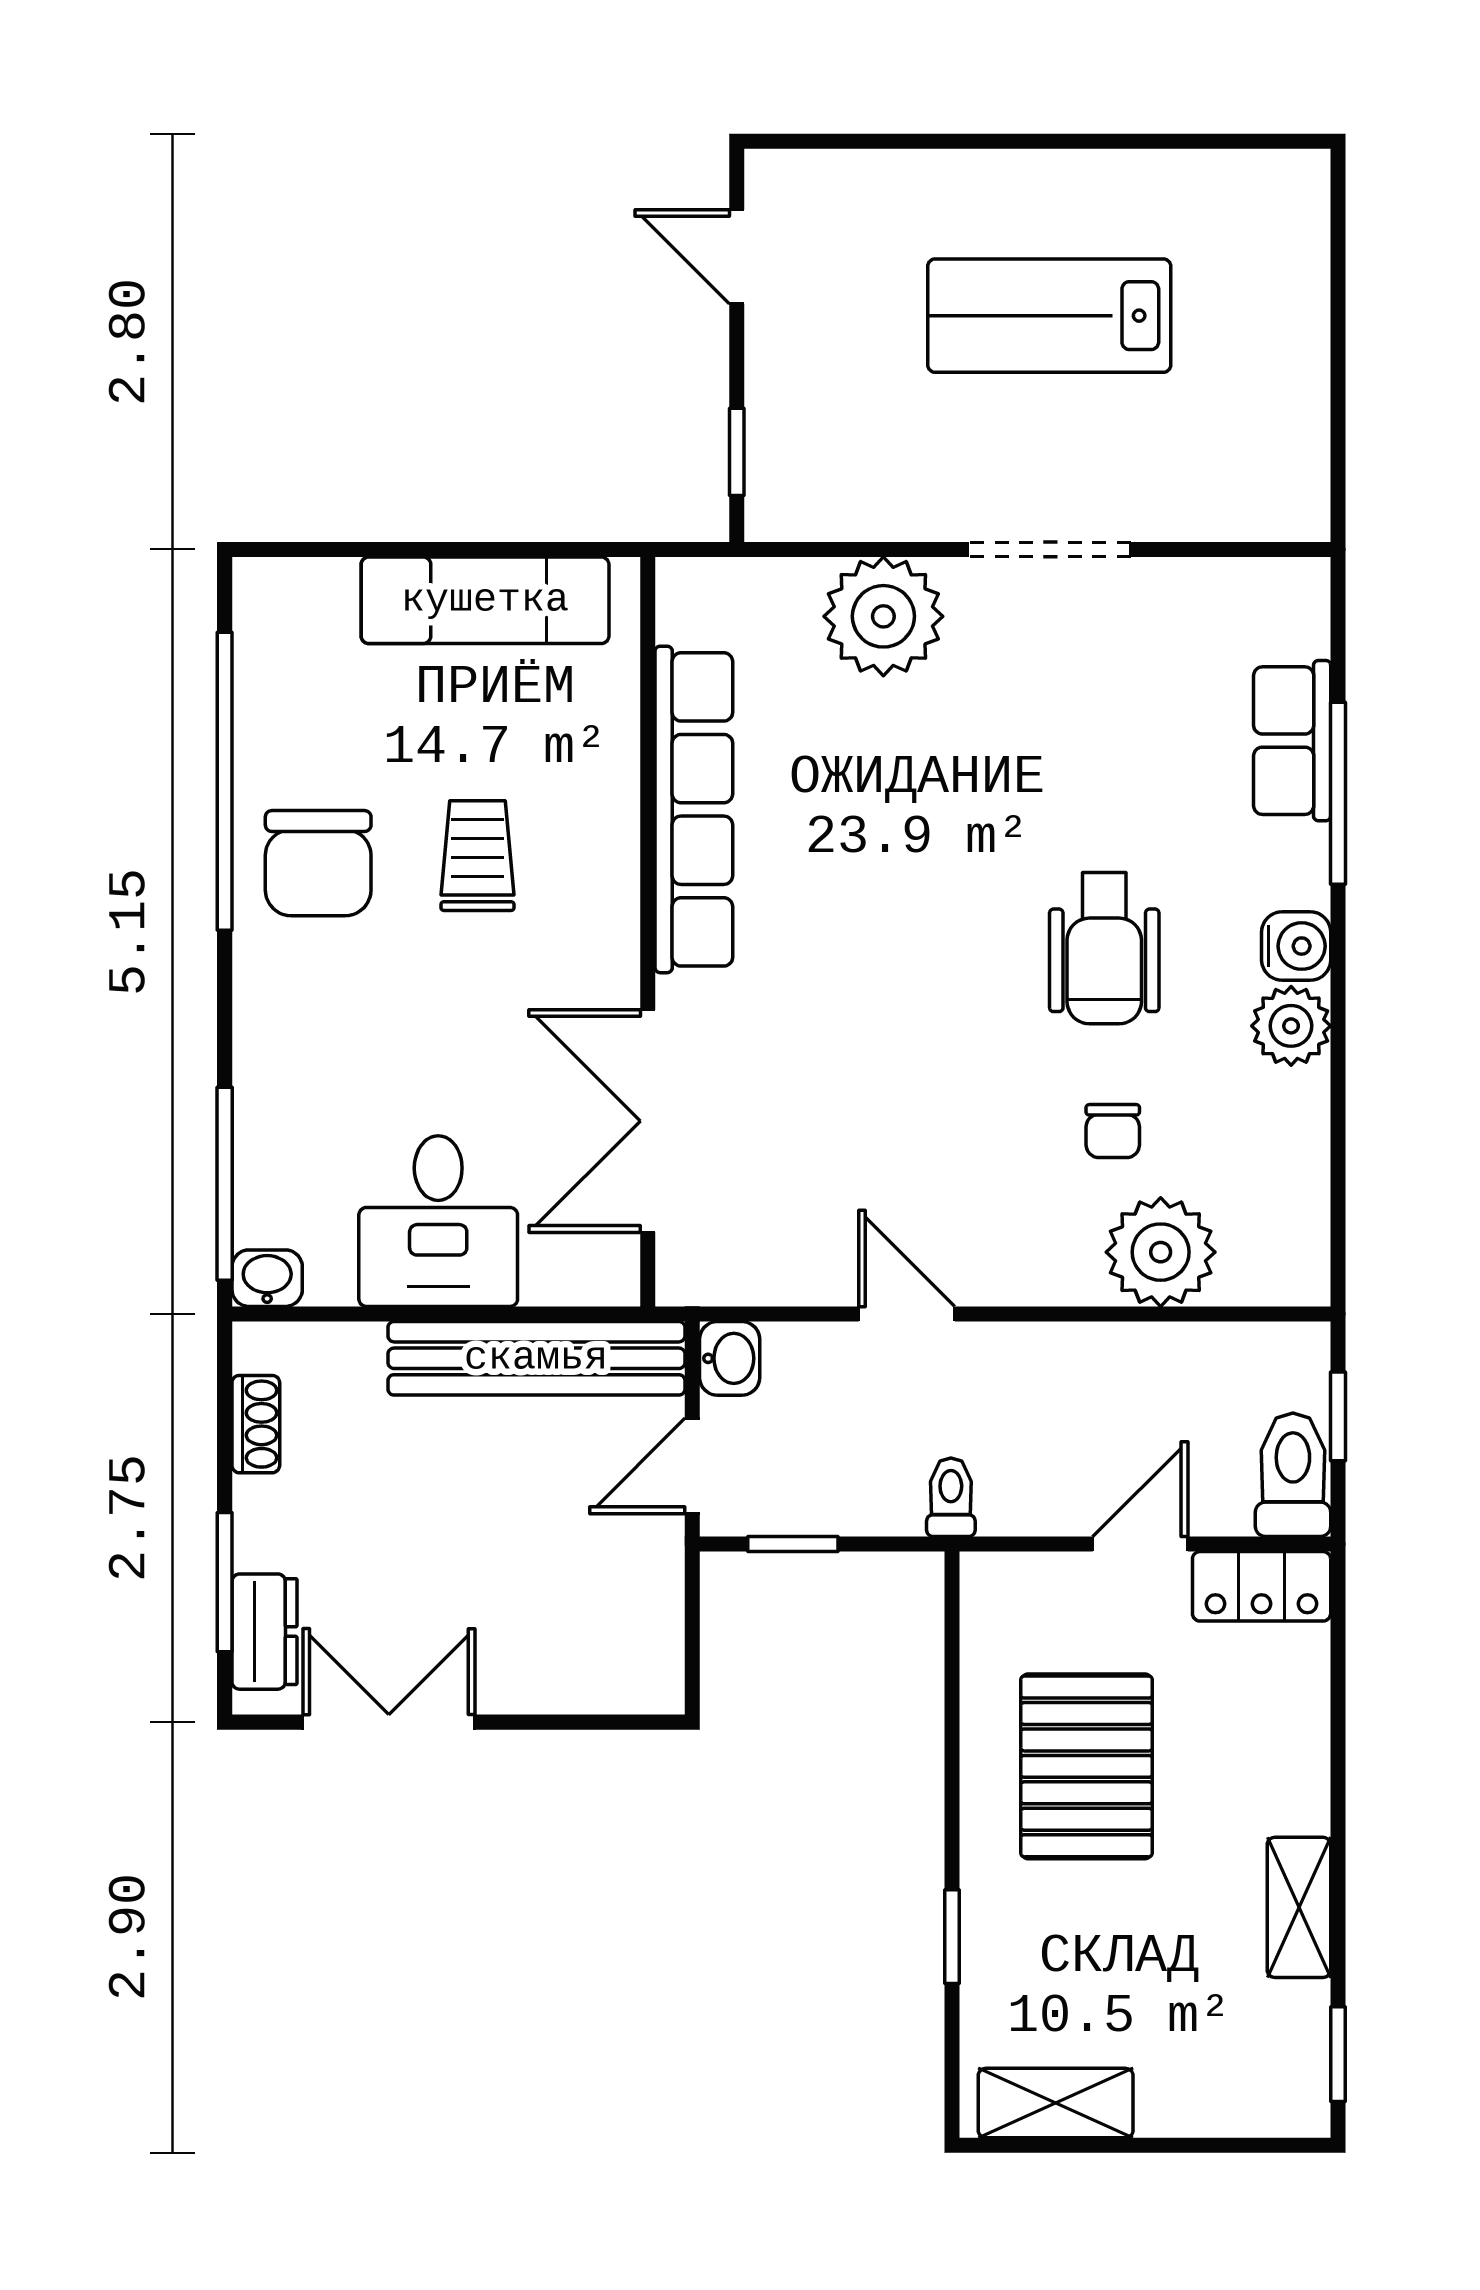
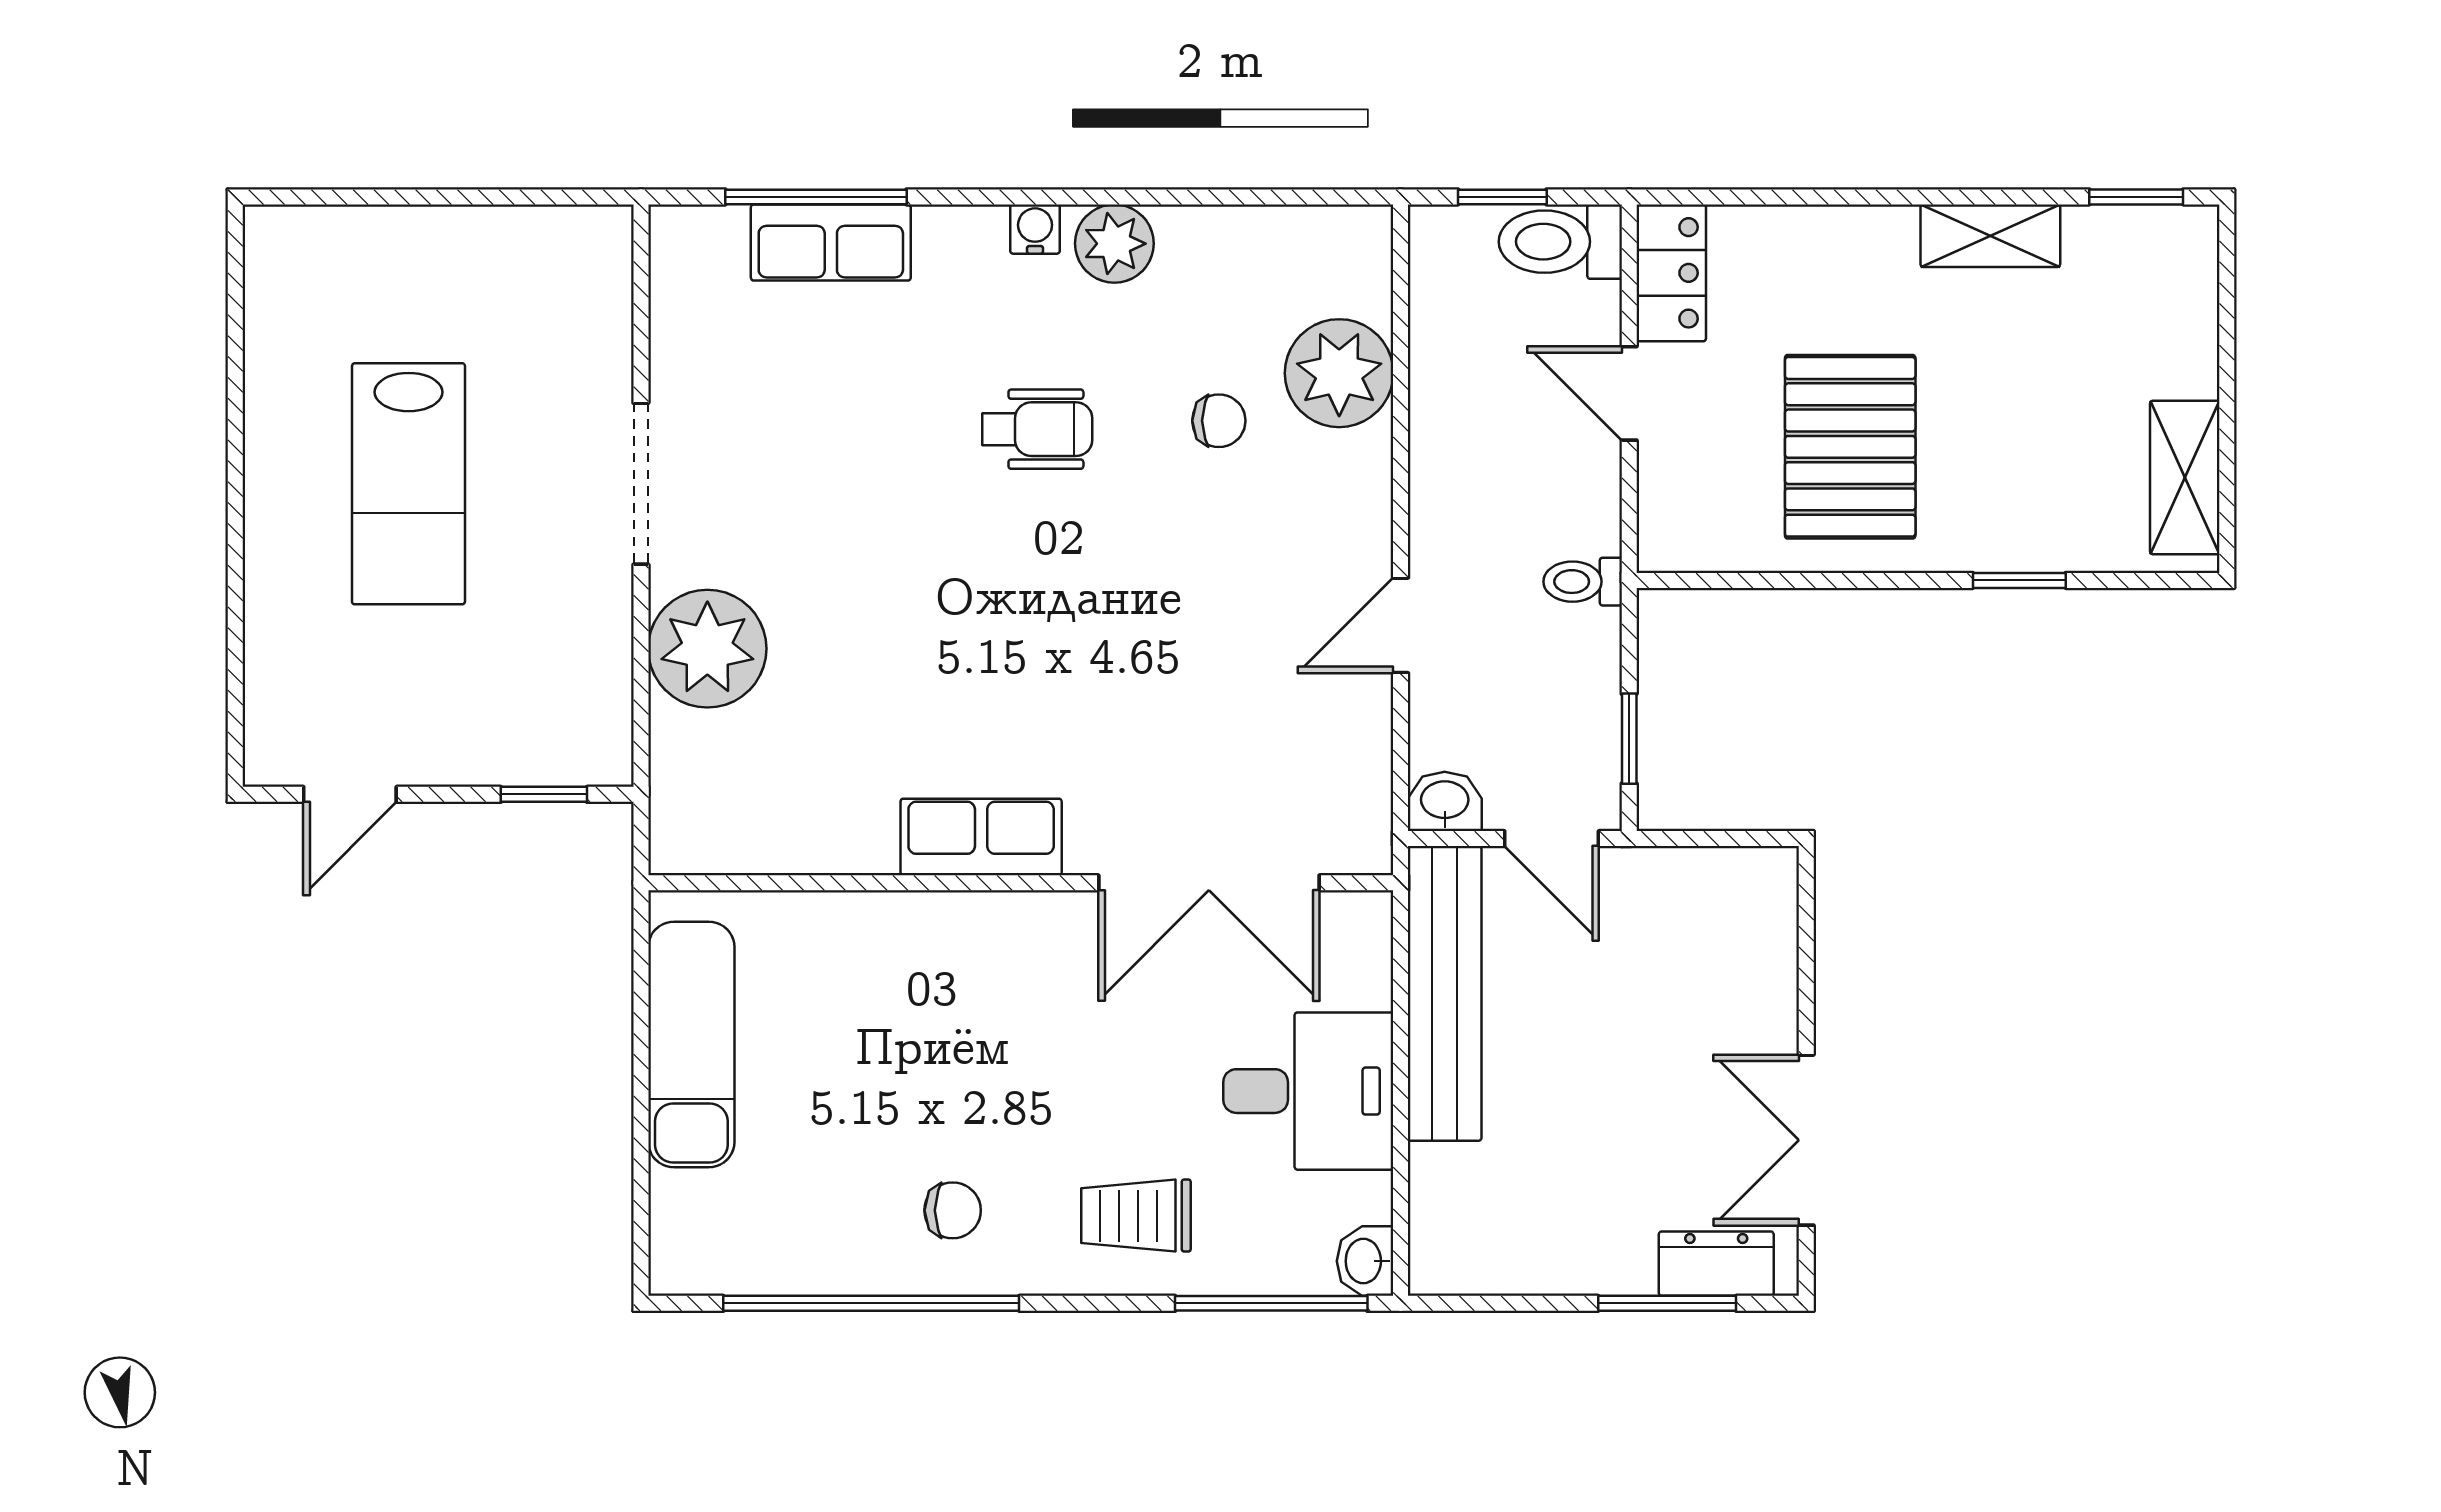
window: (1338, 793) -> (816, 197), moved
row of seats: (694, 809) -> (981, 837), width x0.50
trolley: (477, 856) -> (1136, 1216), moved
chair: (318, 863) -> (953, 1210), width x0.54, depth x0.54
water cooler: (1296, 946) -> (1035, 229), width x0.72, depth x0.72
wheelchair: (1104, 948) -> (1037, 429), width x0.73, depth x0.73
shoe rack: (256, 1424) -> (1510, 1272), removed
pallet: (1087, 1766) -> (1850, 447), turned 90

